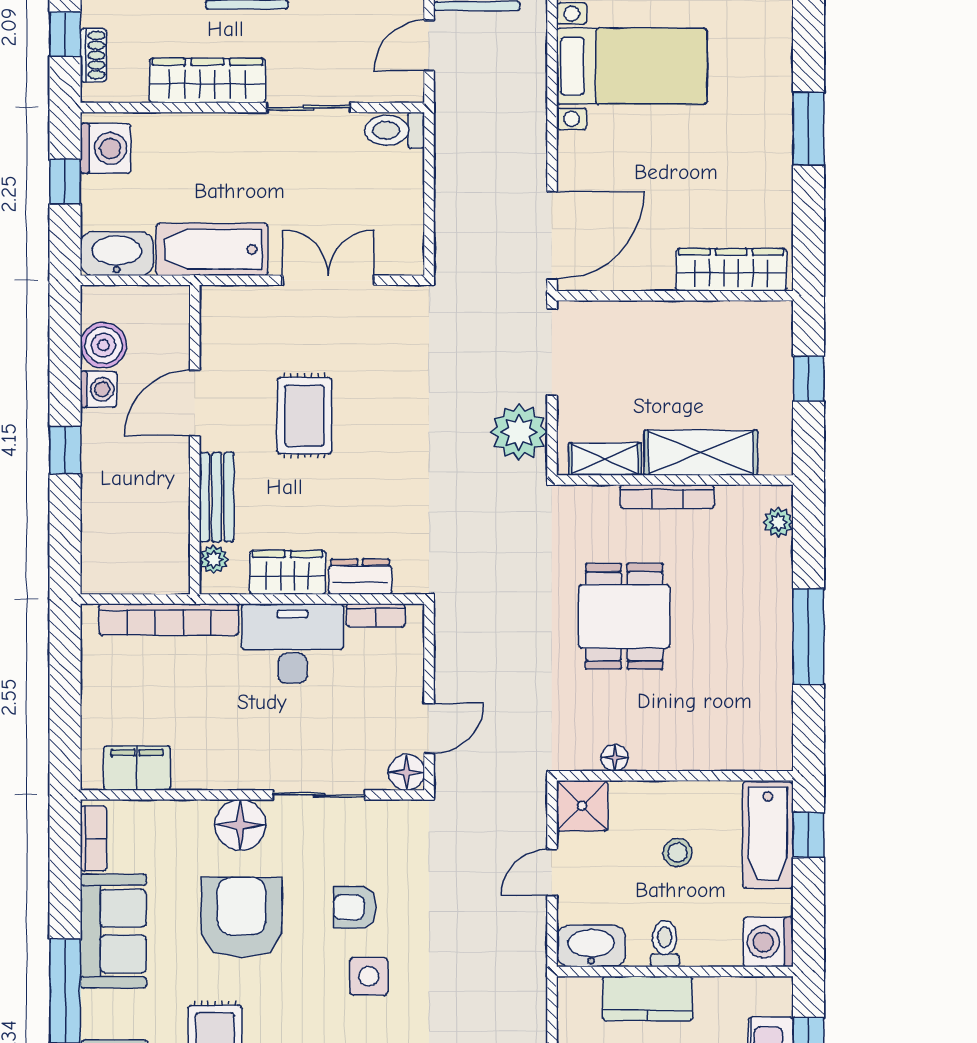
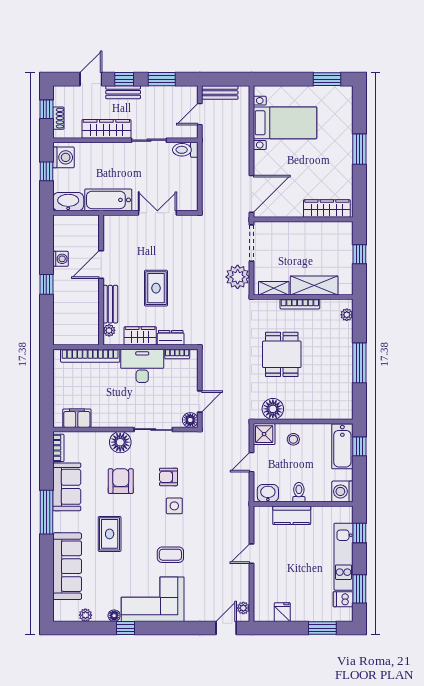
boiler: (103, 345) -> (63, 240), removed
rug: (304, 416) -> (156, 288), moved
floor lamp: (615, 758) -> (273, 409), width x1.89, depth x1.89
stool: (677, 853) -> (293, 439), moved
armchair: (241, 917) -> (121, 481), width x0.73, depth x0.73
washbasin: (591, 946) -> (268, 493), width x0.72

